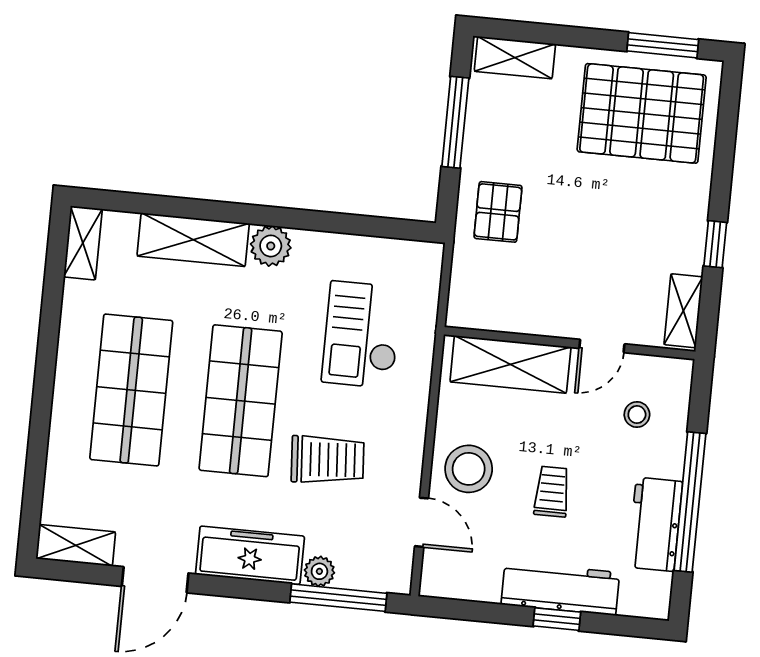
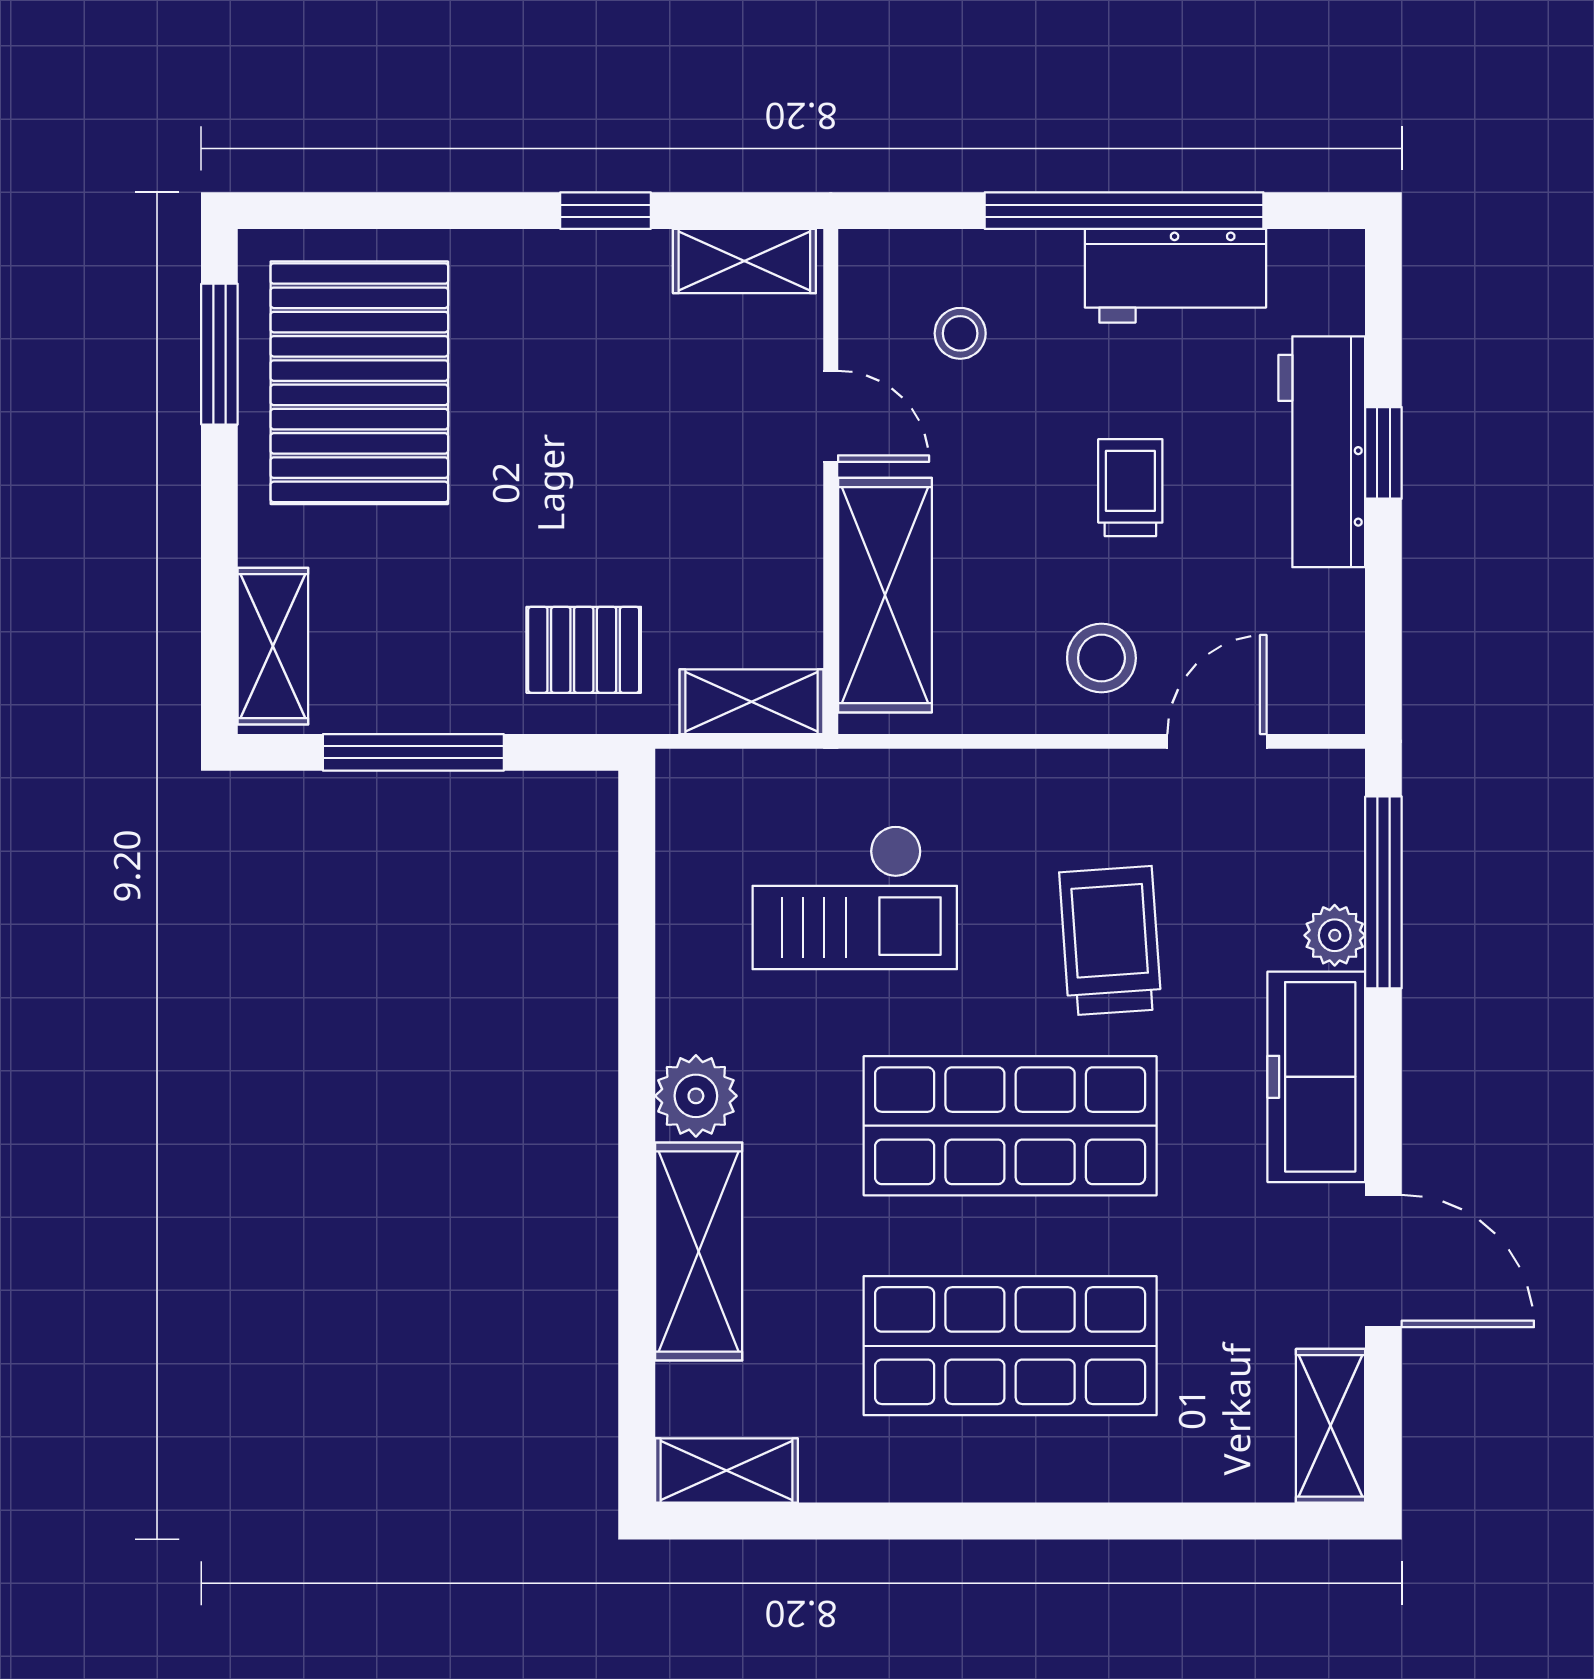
shelving: (464, 293) -> (751, 702), added
stool: (469, 469) -> (1101, 658), width x0.73, depth x0.73
trolley: (552, 492) -> (1130, 488), turned 90

